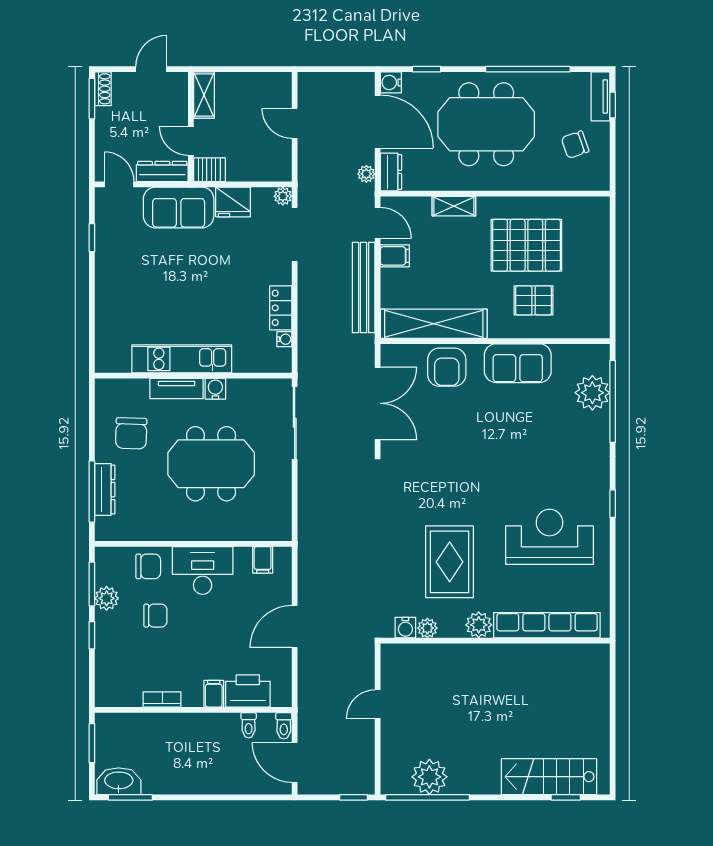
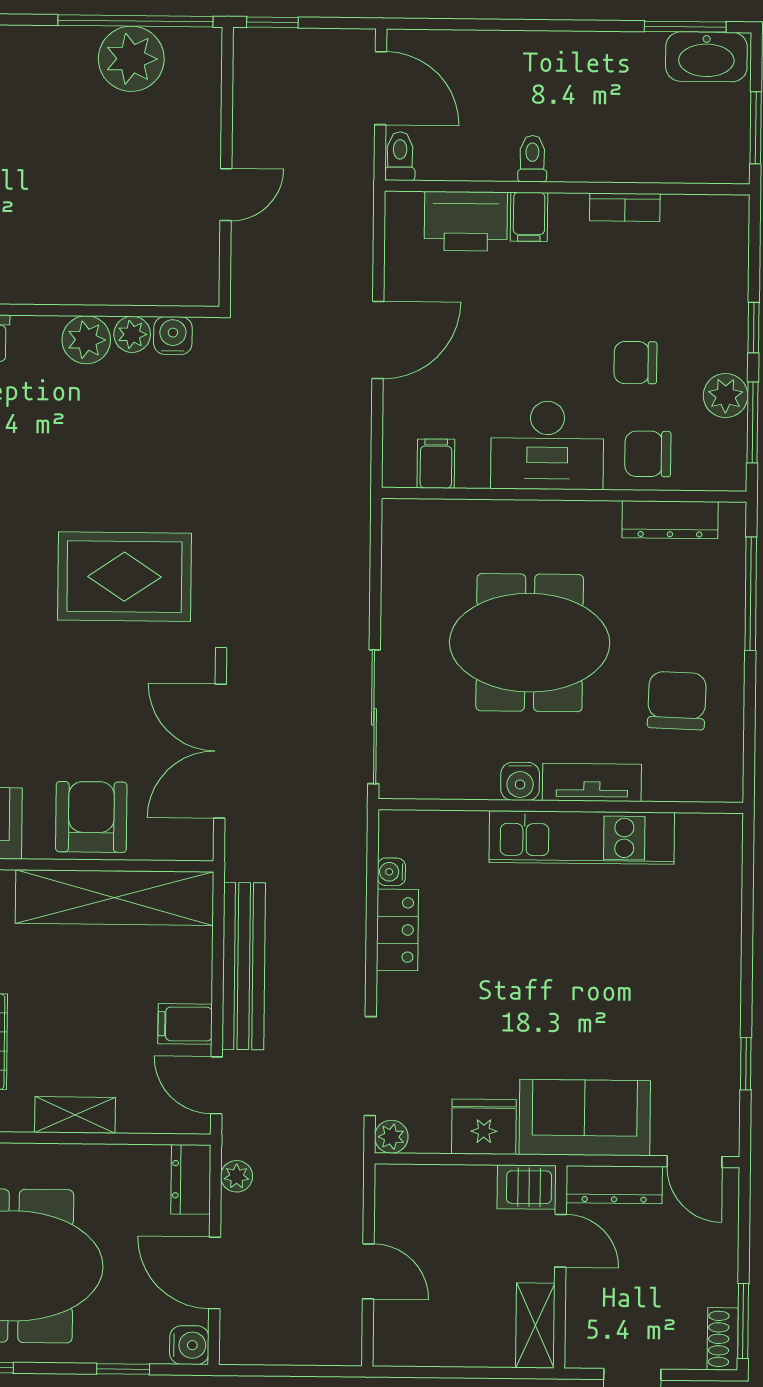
door: (378, 122) -> (215, 1273), width x0.73
dresser: (105, 490) -> (670, 520), moved, turned -90
rug: (450, 562) -> (124, 577), moved, turned 90
plant: (479, 625) -> (86, 340), moved
toilet: (249, 725) -> (532, 159), moved

